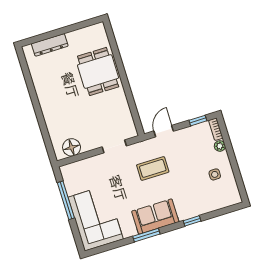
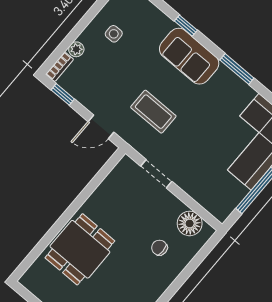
chair: (69, 120) -> (159, 248), added
sofa: (155, 217) -> (189, 56), moved

